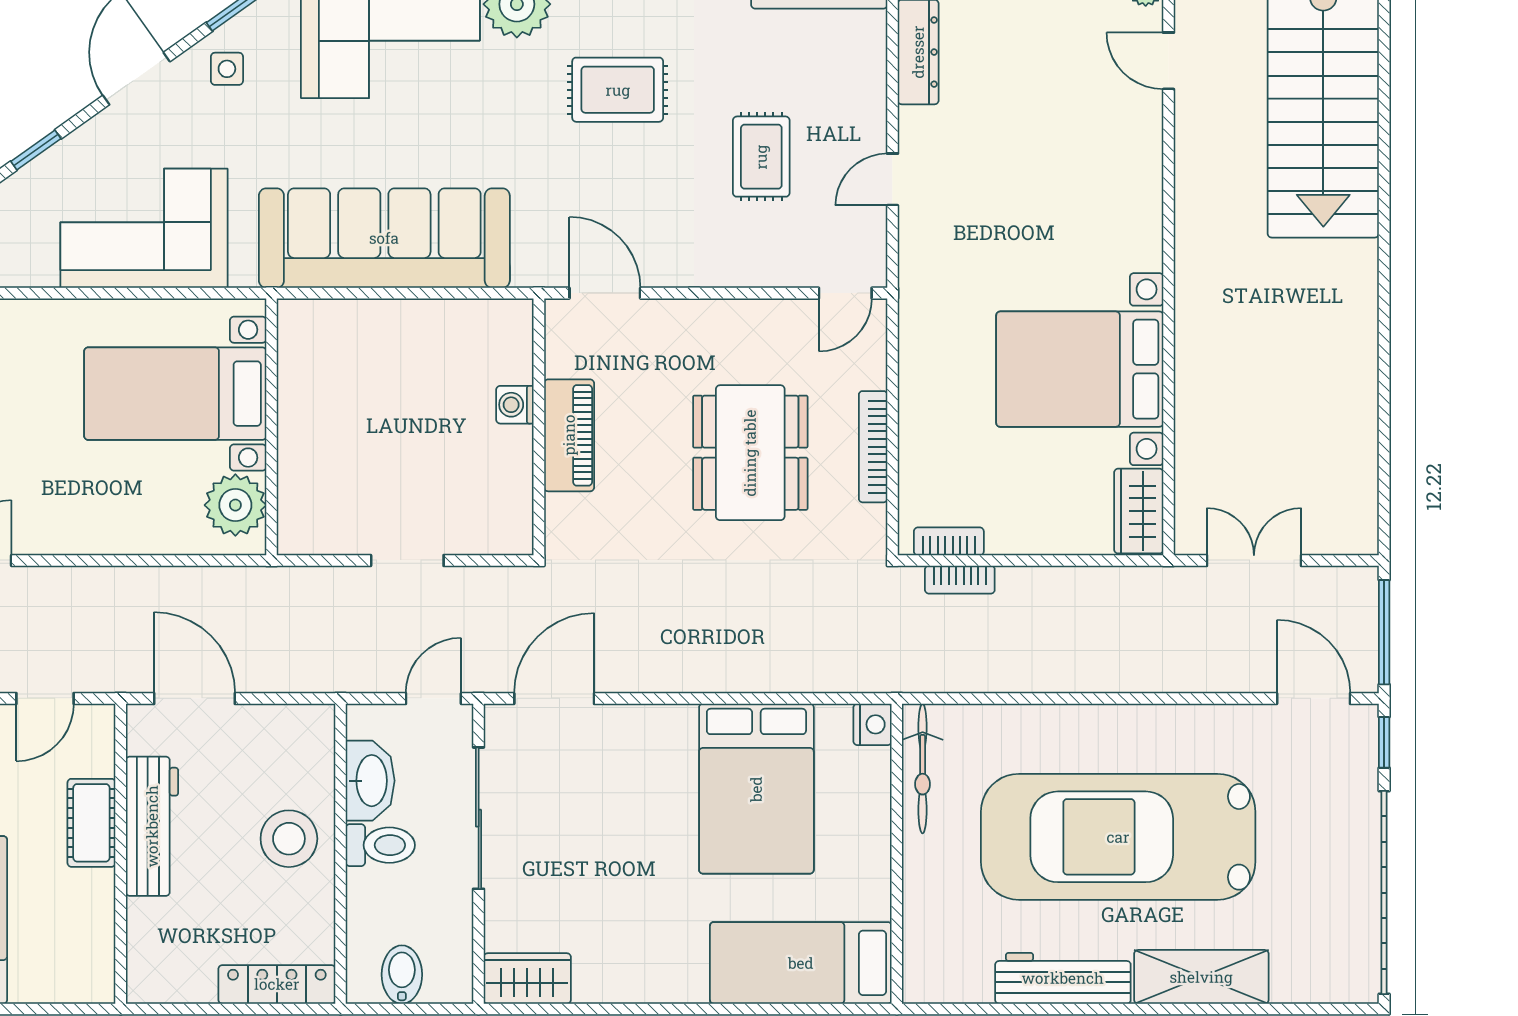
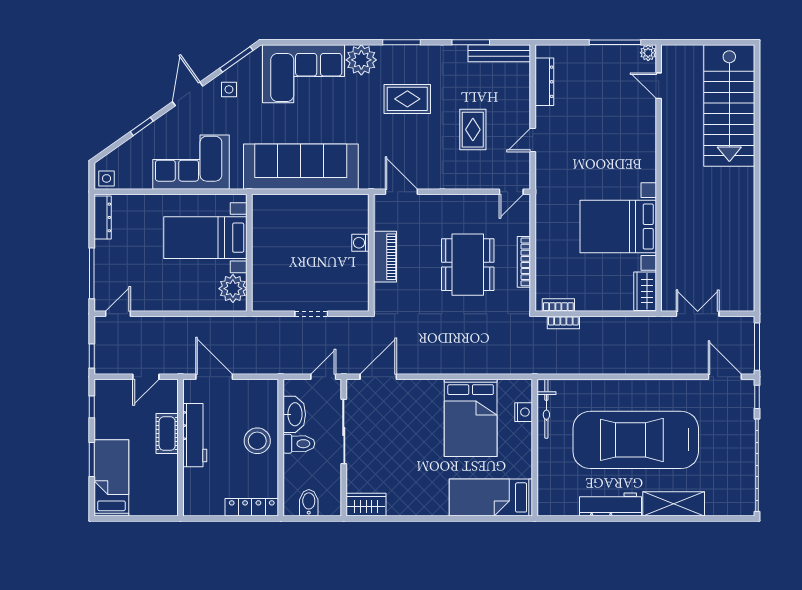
nightstand: (873, 724) -> (524, 412), moved

